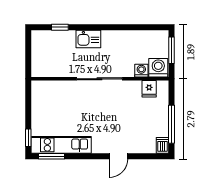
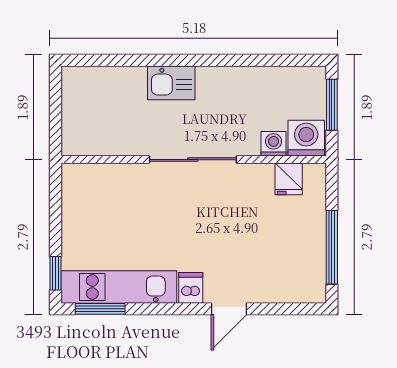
window: (60, 27) -> (116, 60), removed
dishwasher: (162, 145) -> (191, 288), moved

